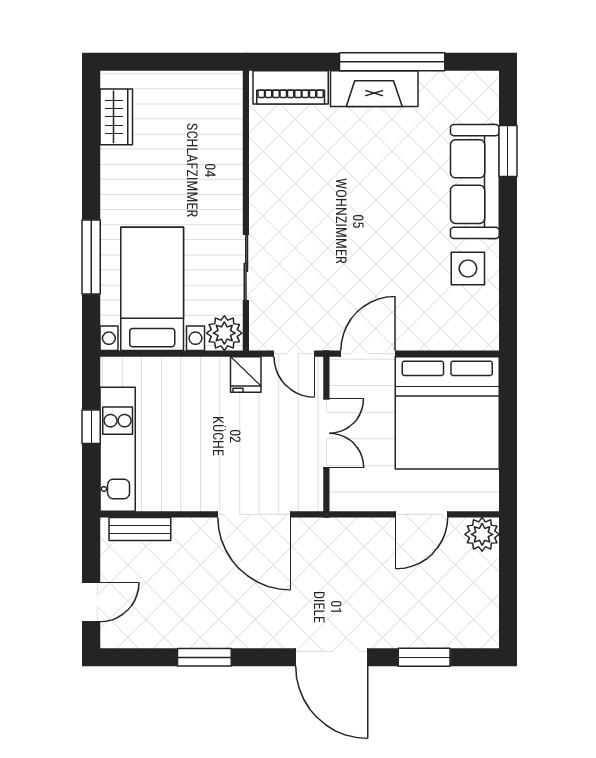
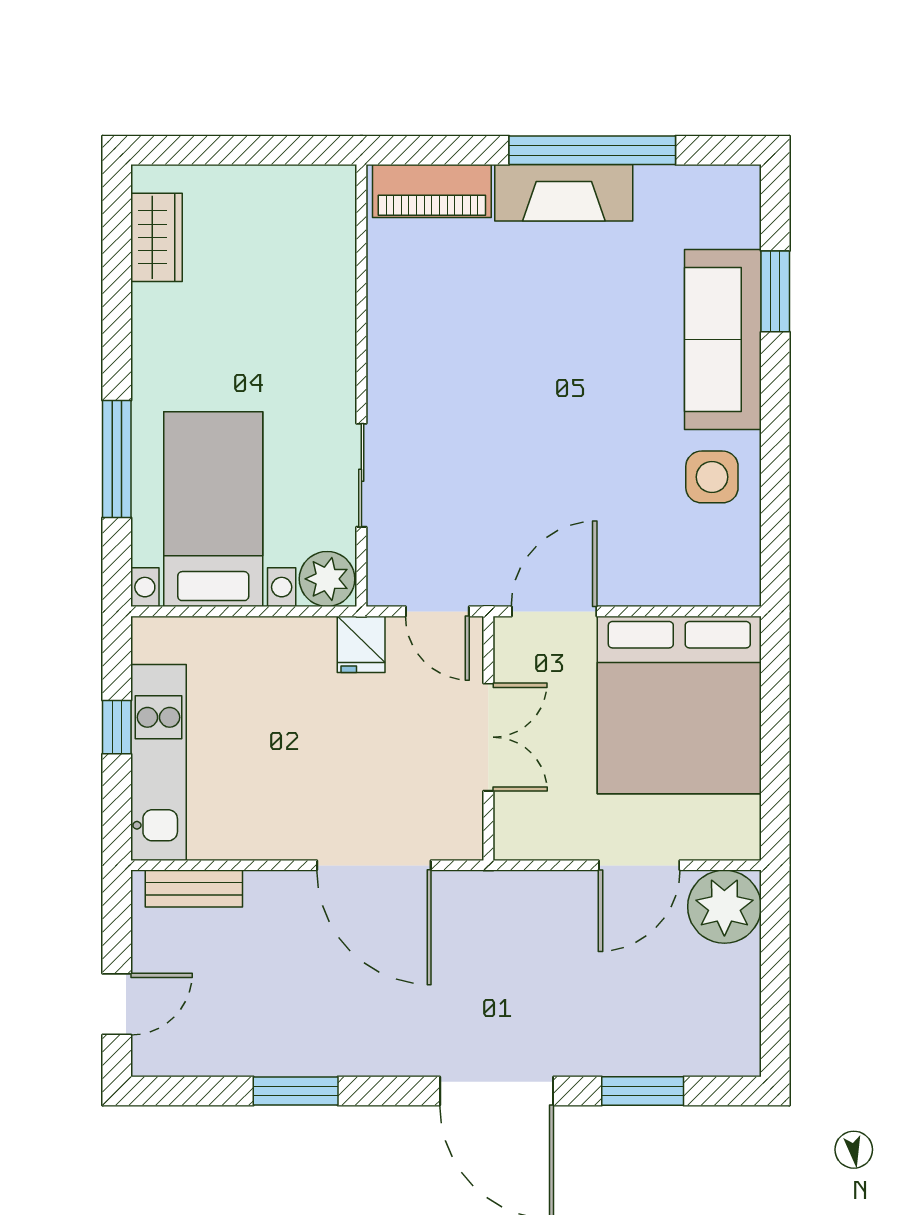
plant: (482, 534) -> (724, 907), width x1.36, depth x1.36

